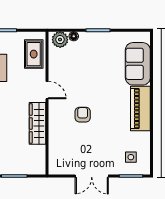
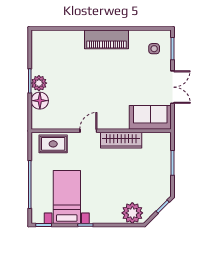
floor lamp: (74, 36) -> (40, 101), width x1.89, depth x1.89
plant: (60, 40) -> (39, 83), moved
sofa: (138, 64) -> (150, 117), moved, turned 180
armchair: (83, 115) -> (112, 96), removed

